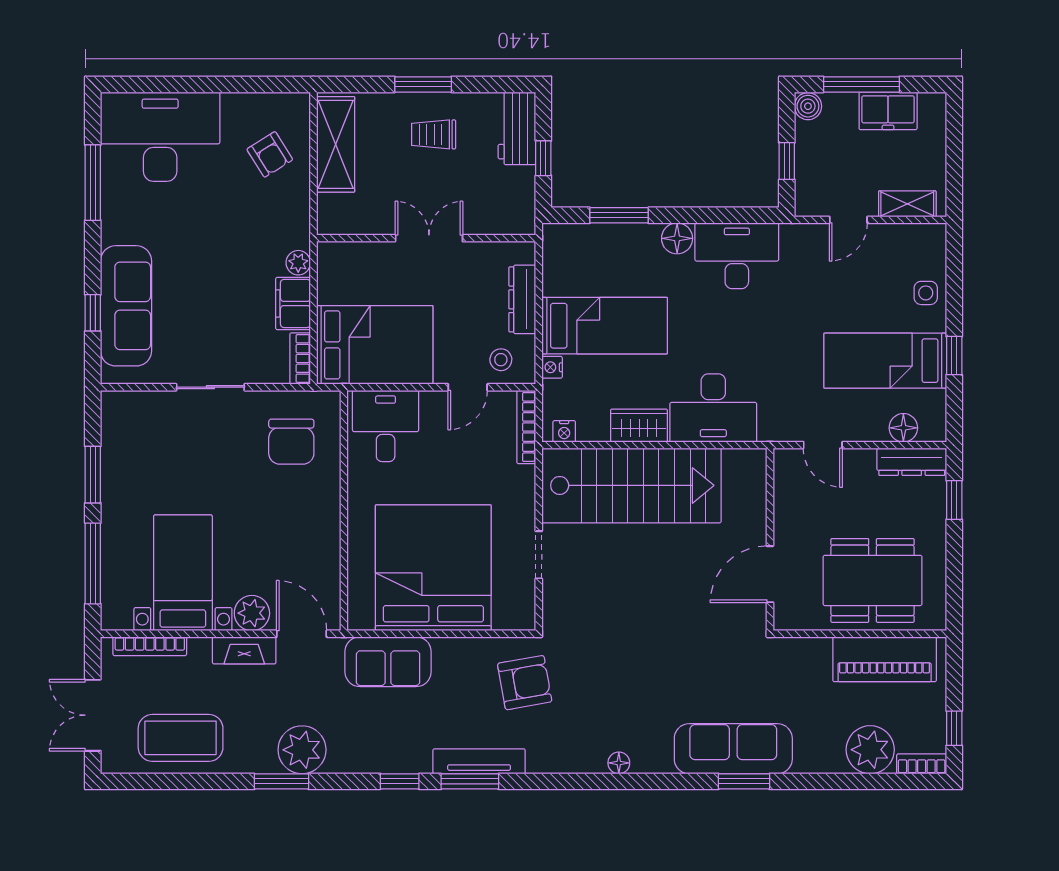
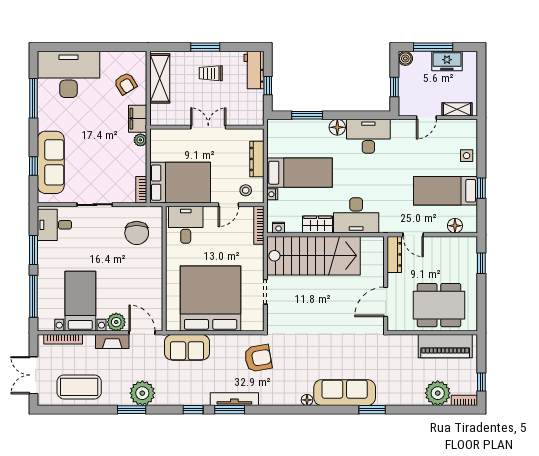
filing cabinet: (293, 303) -> (138, 119), moved
desk: (133, 426) -> (54, 225), added
dresser: (912, 462) -> (394, 254), moved, turned -90
sofa: (733, 749) -> (345, 393), moved

